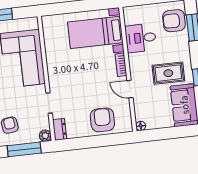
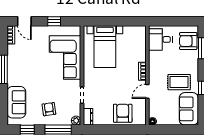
bed with nightstands: (95, 32) -> (105, 47), moved, turned -90
desk: (141, 38) -> (160, 39), moved
door: (130, 89) -> (147, 91), hinge flipped

